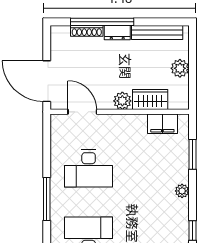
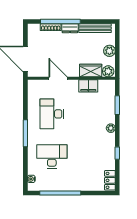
plant: (122, 101) -> (108, 71), moved
door: (82, 112) -> (58, 78), moved
filing cabinet: (162, 124) -> (88, 86), moved
desk: (89, 168) -> (52, 114), turned 90

